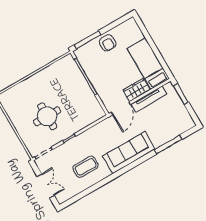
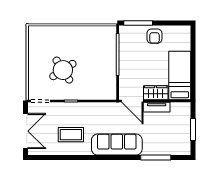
window: (181, 94) -> (193, 130), moved
tv unit: (149, 99) -> (157, 107), width x0.71
door: (121, 108) -> (132, 101), hinge flipped
round table: (47, 116) -> (63, 70), turned -33
double door: (46, 186) -> (26, 131), width x1.37

